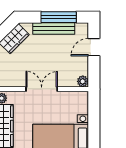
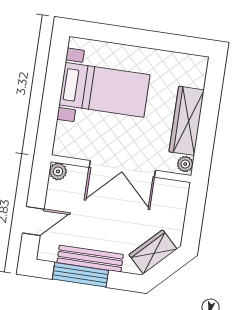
double door: (42, 89) -> (122, 169), width x1.37

